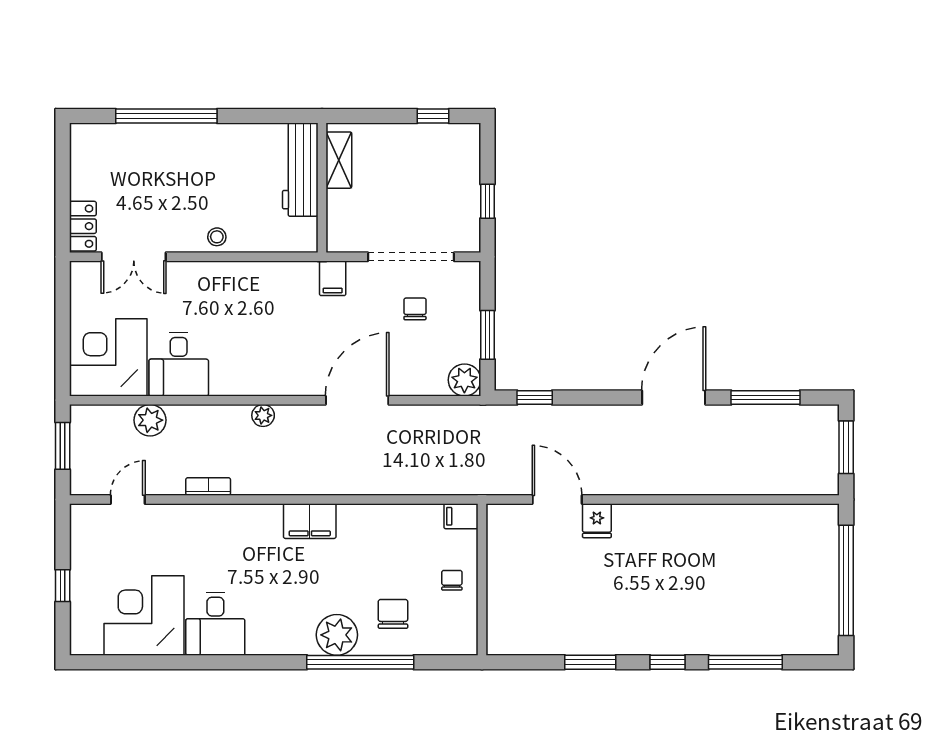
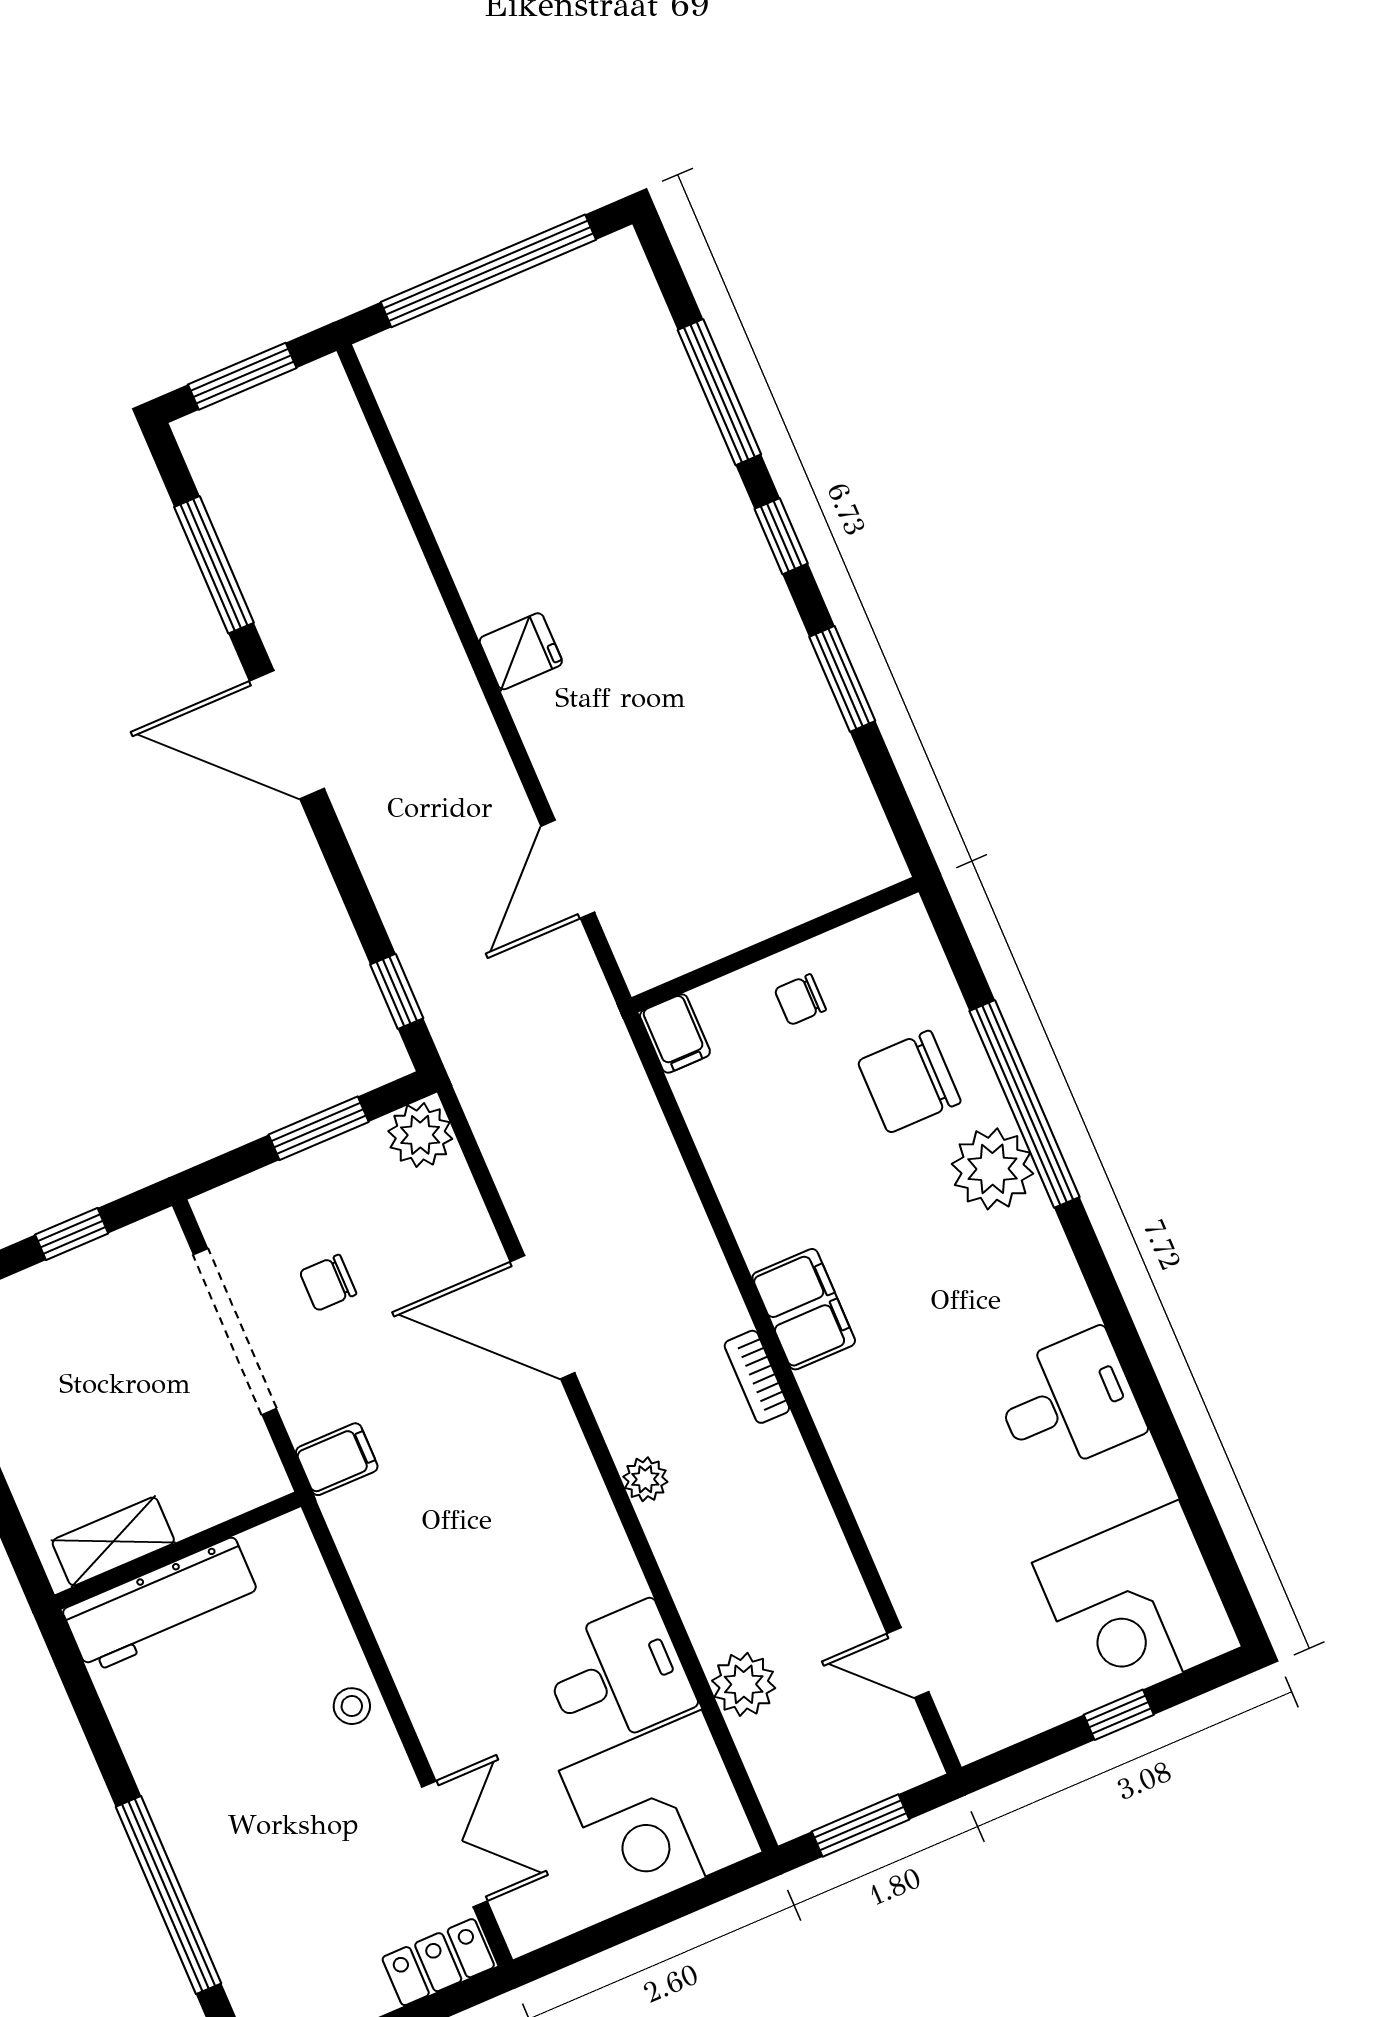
bookcase: (208, 486) -> (757, 1377), moved
fridge: (597, 521) -> (521, 651), moved
chair: (393, 614) -> (909, 1082), width x1.37, depth x1.37
corner desk: (144, 615) -> (1137, 1605), moved

